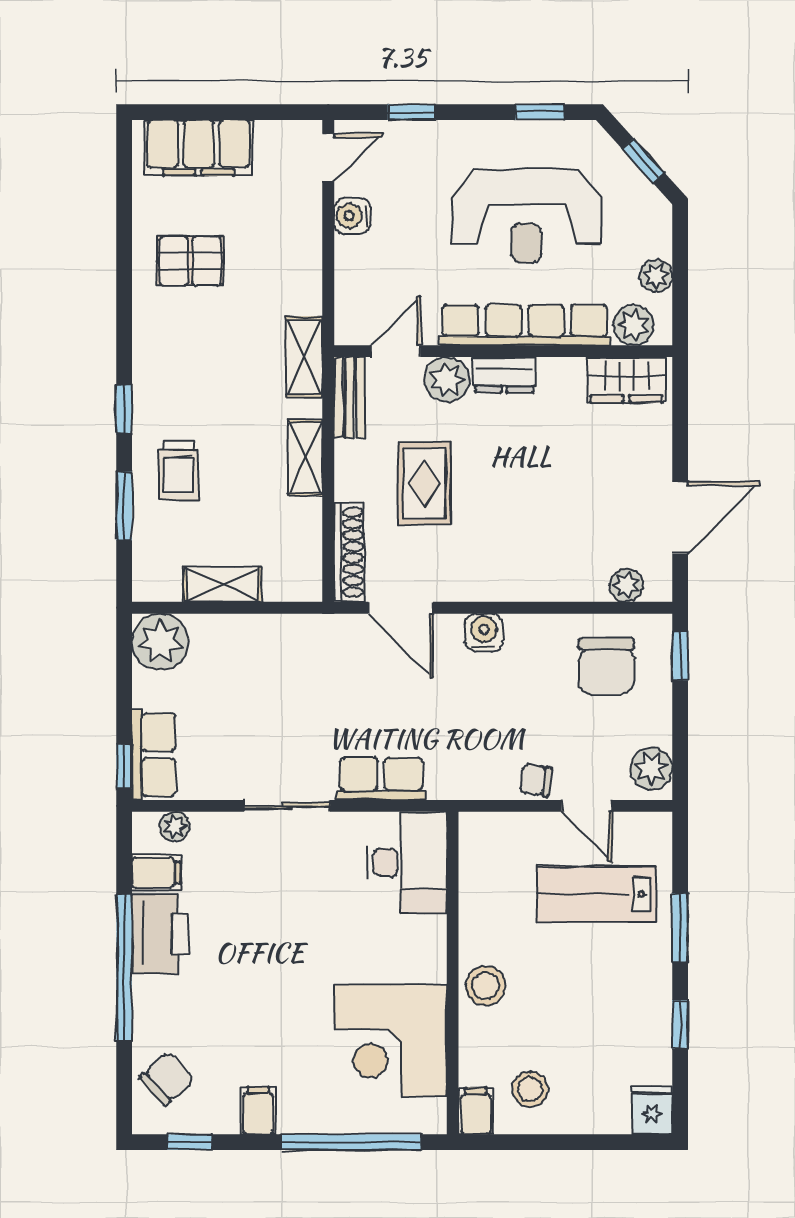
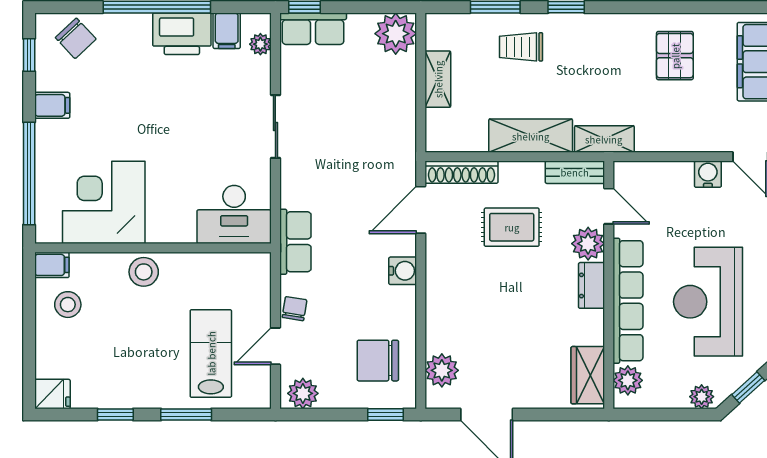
plant: (656, 276) -> (702, 397), moved
shelving: (305, 458) -> (531, 136), width x1.50, depth x1.33
plant: (626, 585) -> (442, 370), width x1.38, depth x1.38
row of seats: (381, 779) -> (295, 242), moved

